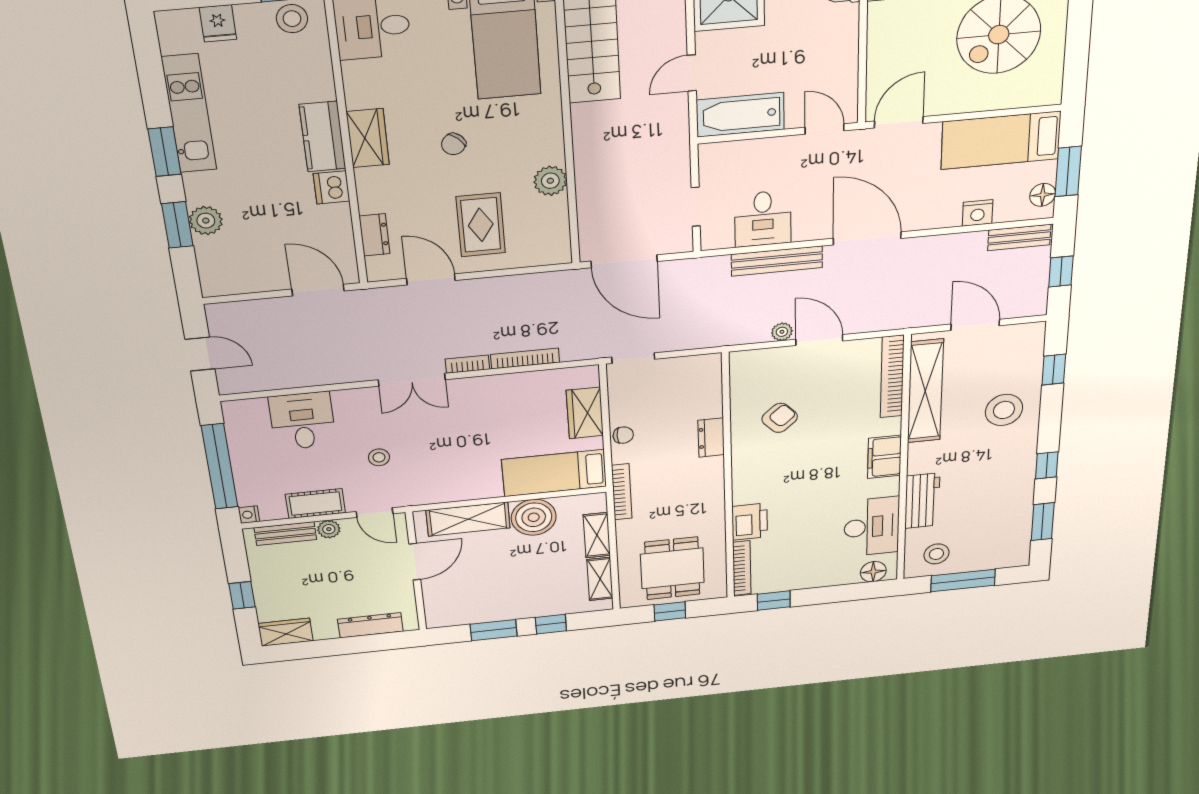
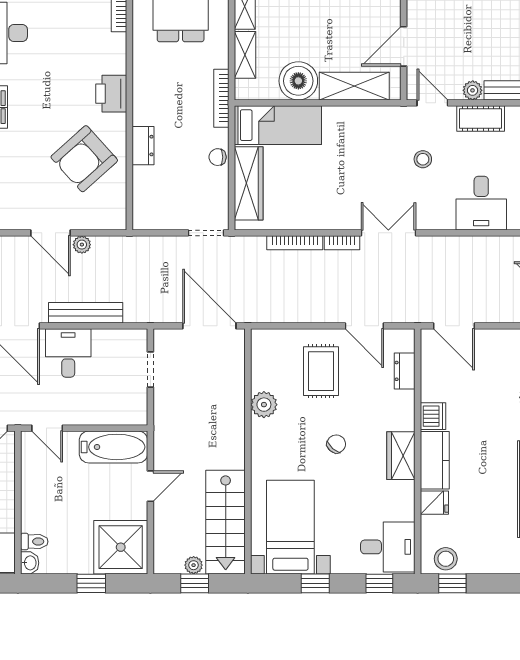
fridge: (218, 23) -> (434, 503), moved, turned 90
desk: (763, 219) -> (68, 353), moved
wardrobe: (585, 413) -> (249, 183), width x1.50
armchair: (780, 418) -> (84, 159), width x1.88, depth x1.88
printer: (750, 522) -> (111, 94), moved

